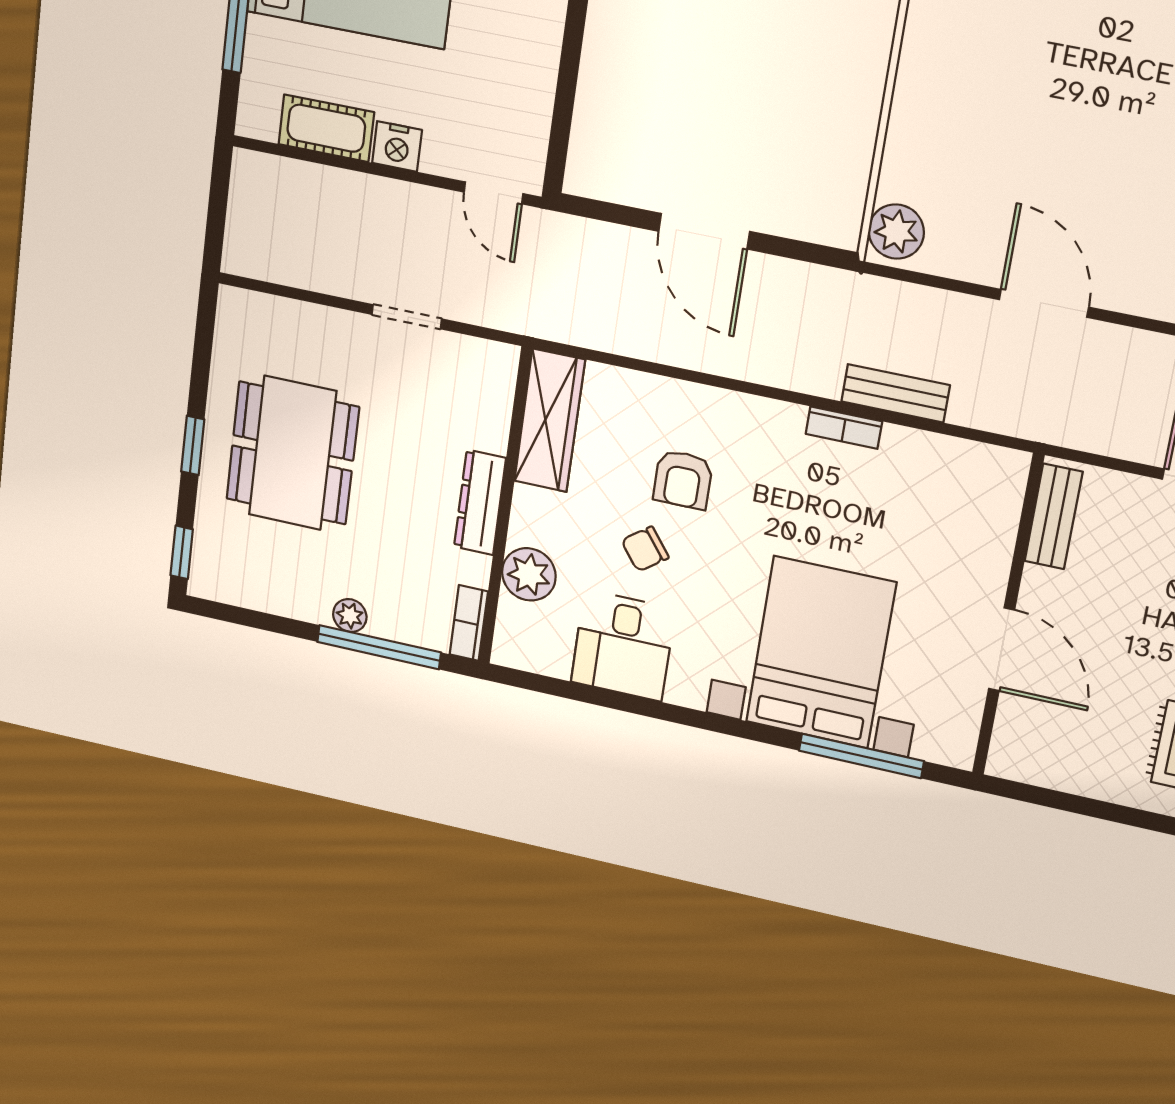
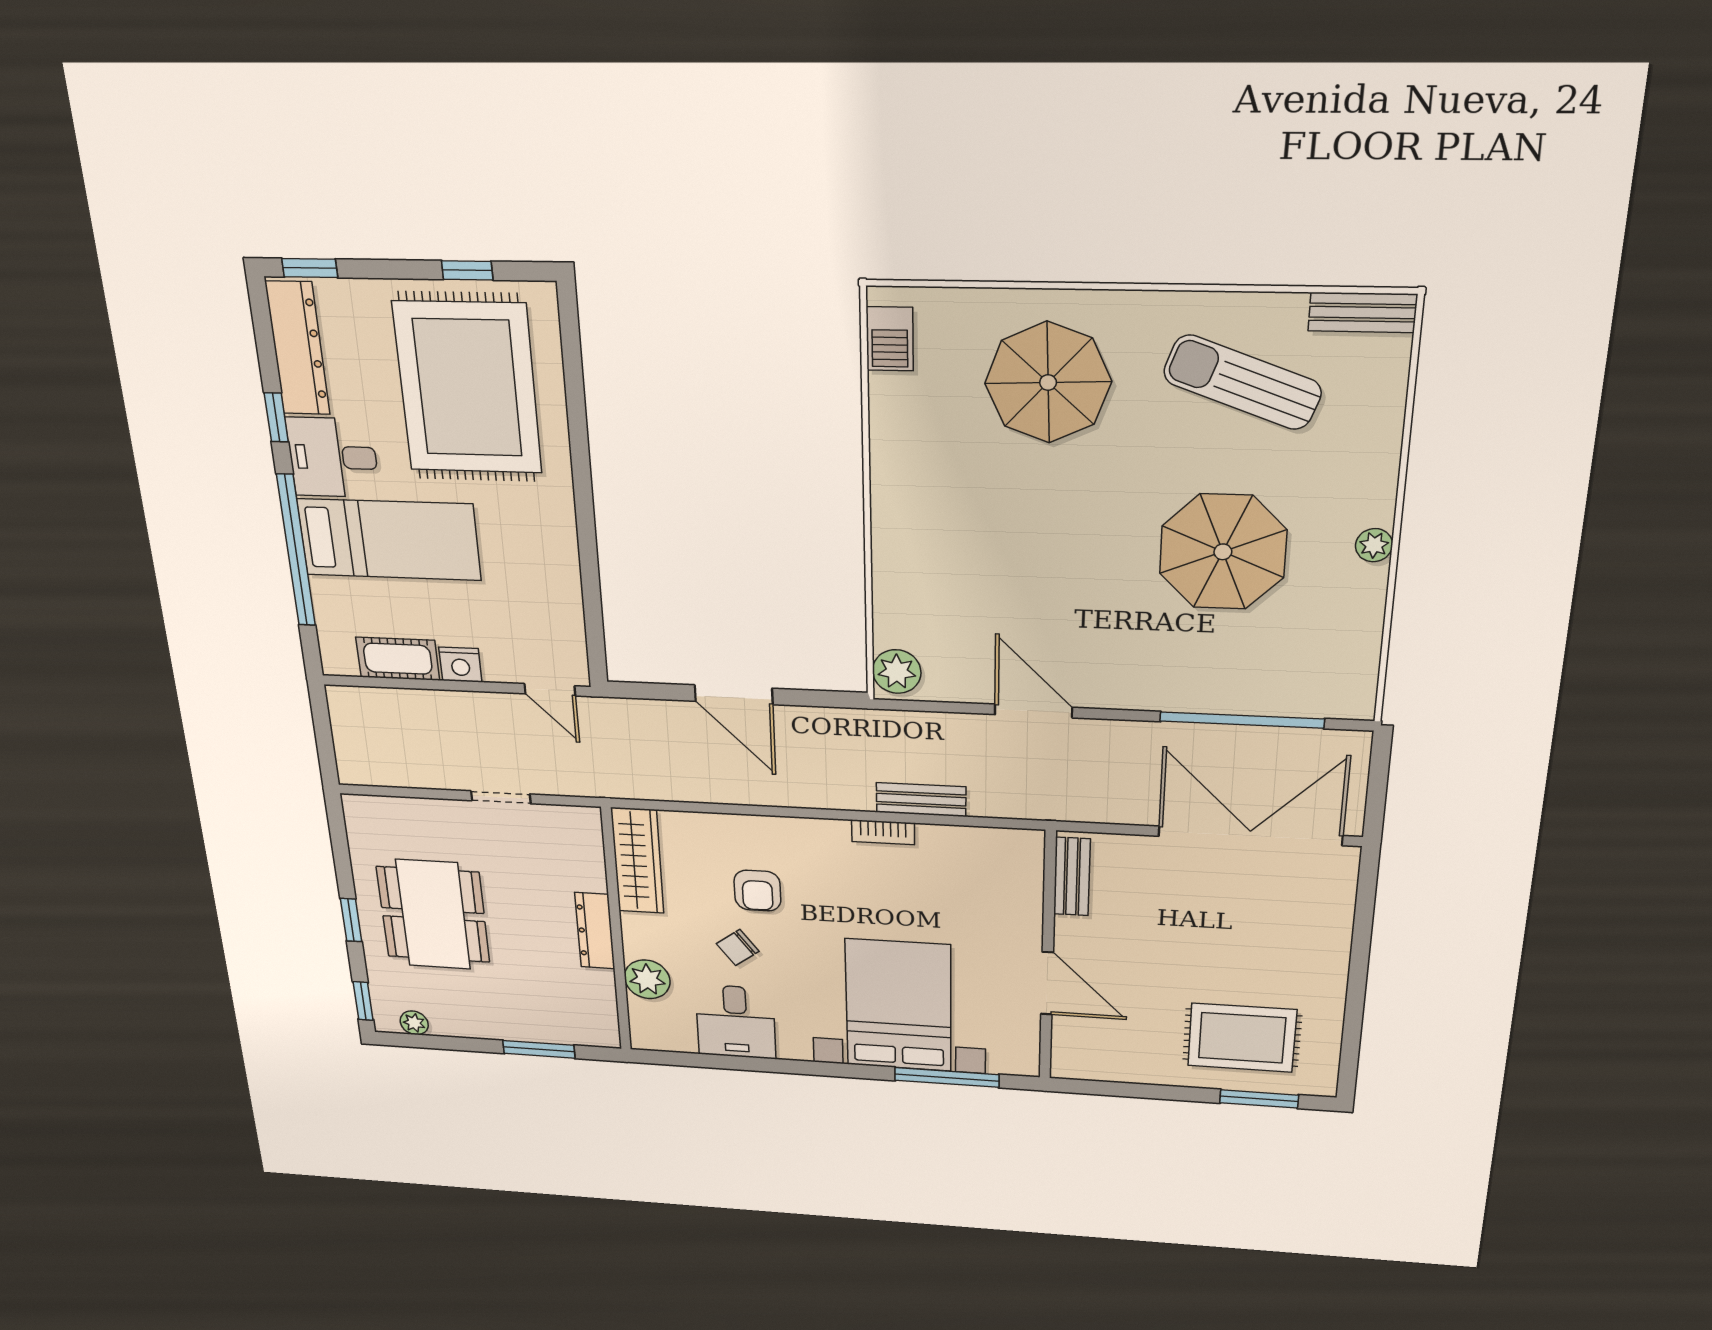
plant: (350, 616) -> (414, 1023), moved
bookcase: (469, 623) -> (607, 1022), removed
window: (379, 647) -> (539, 1049), width x0.69

